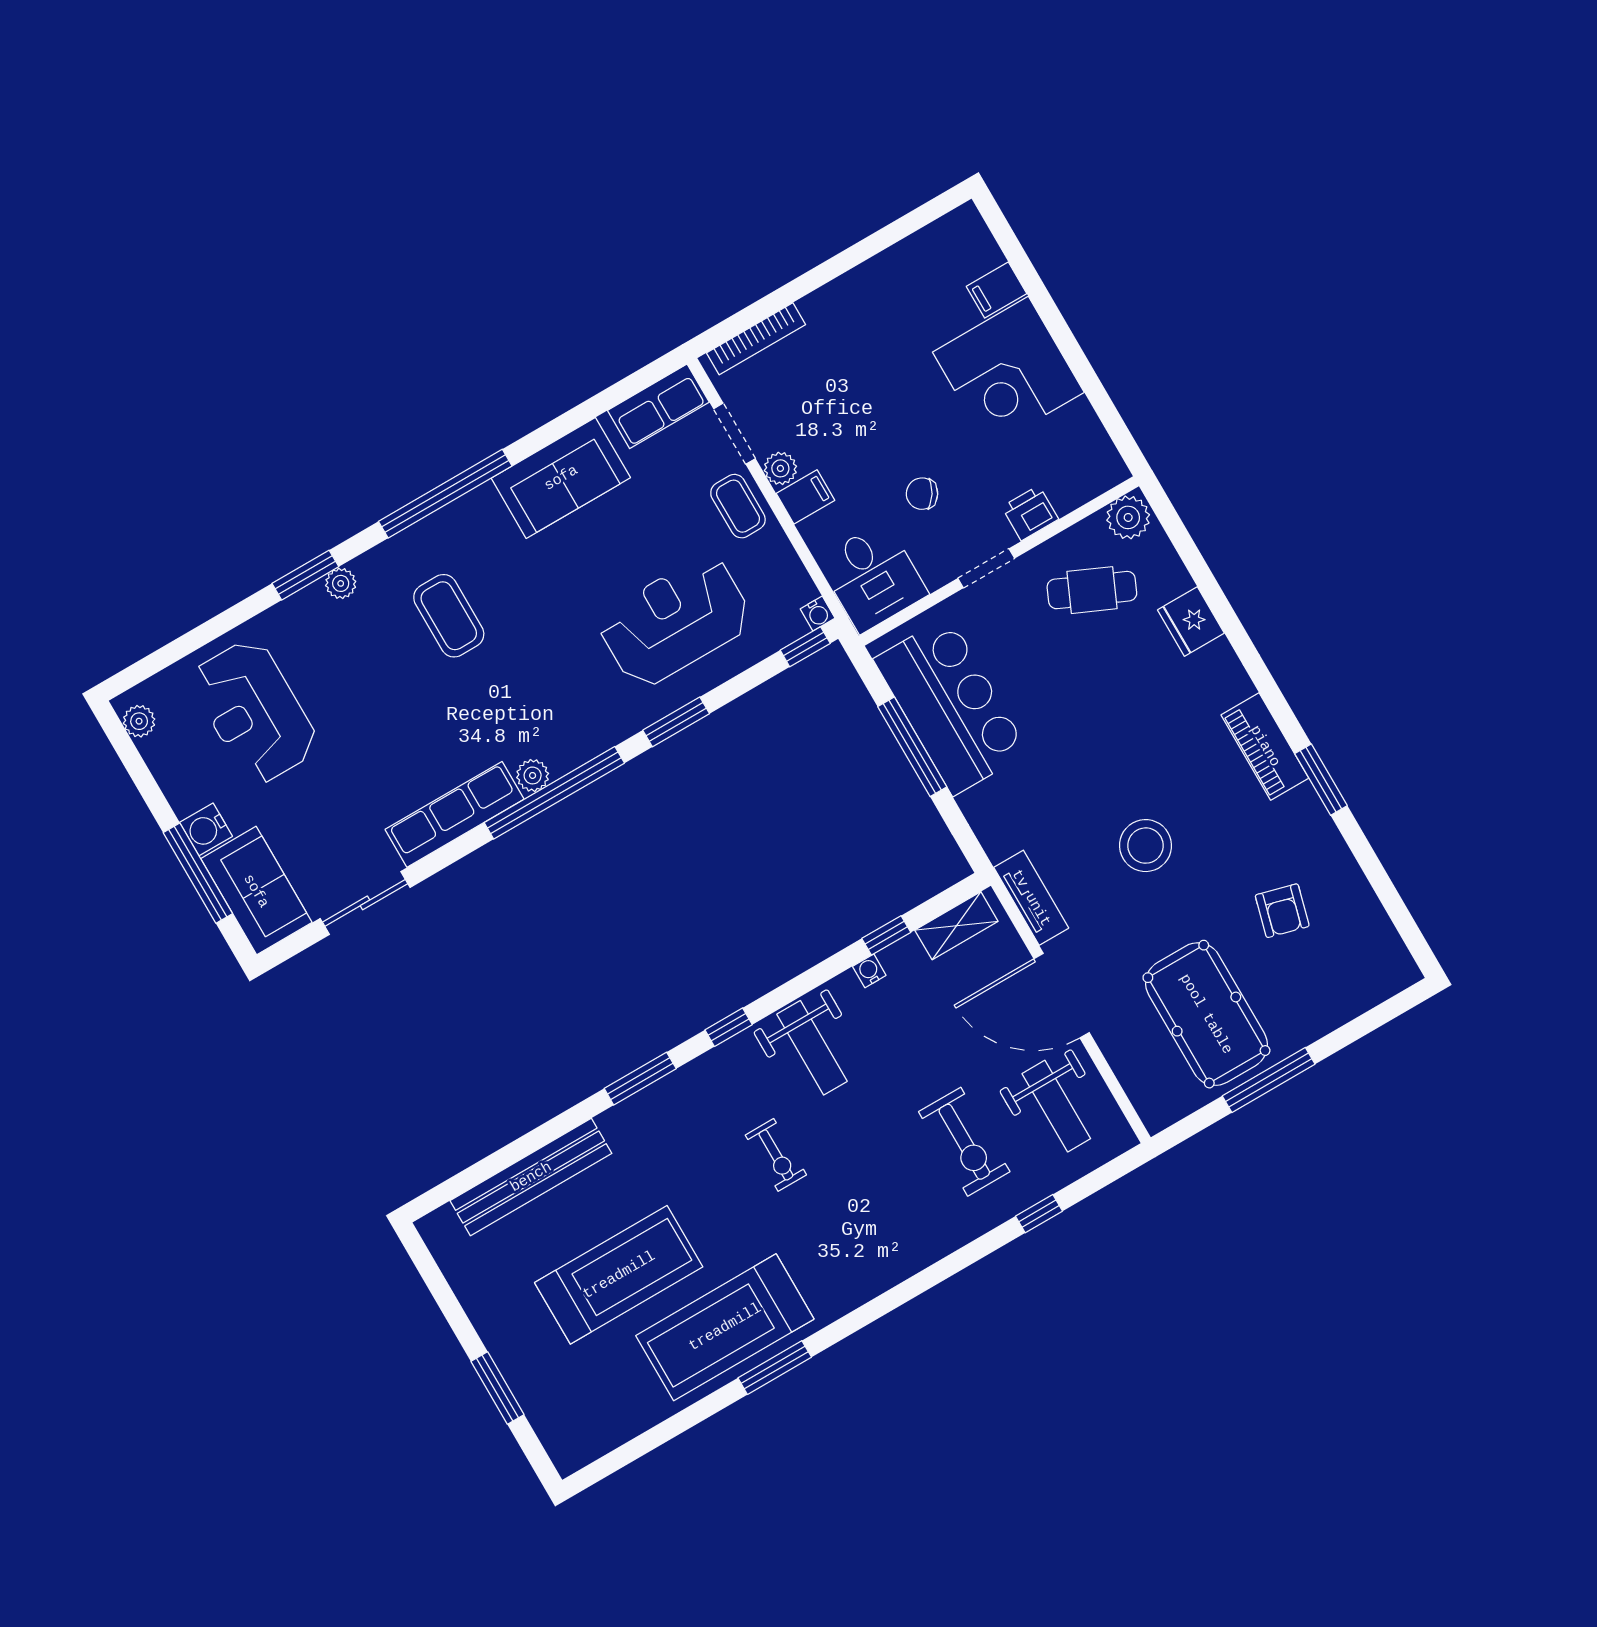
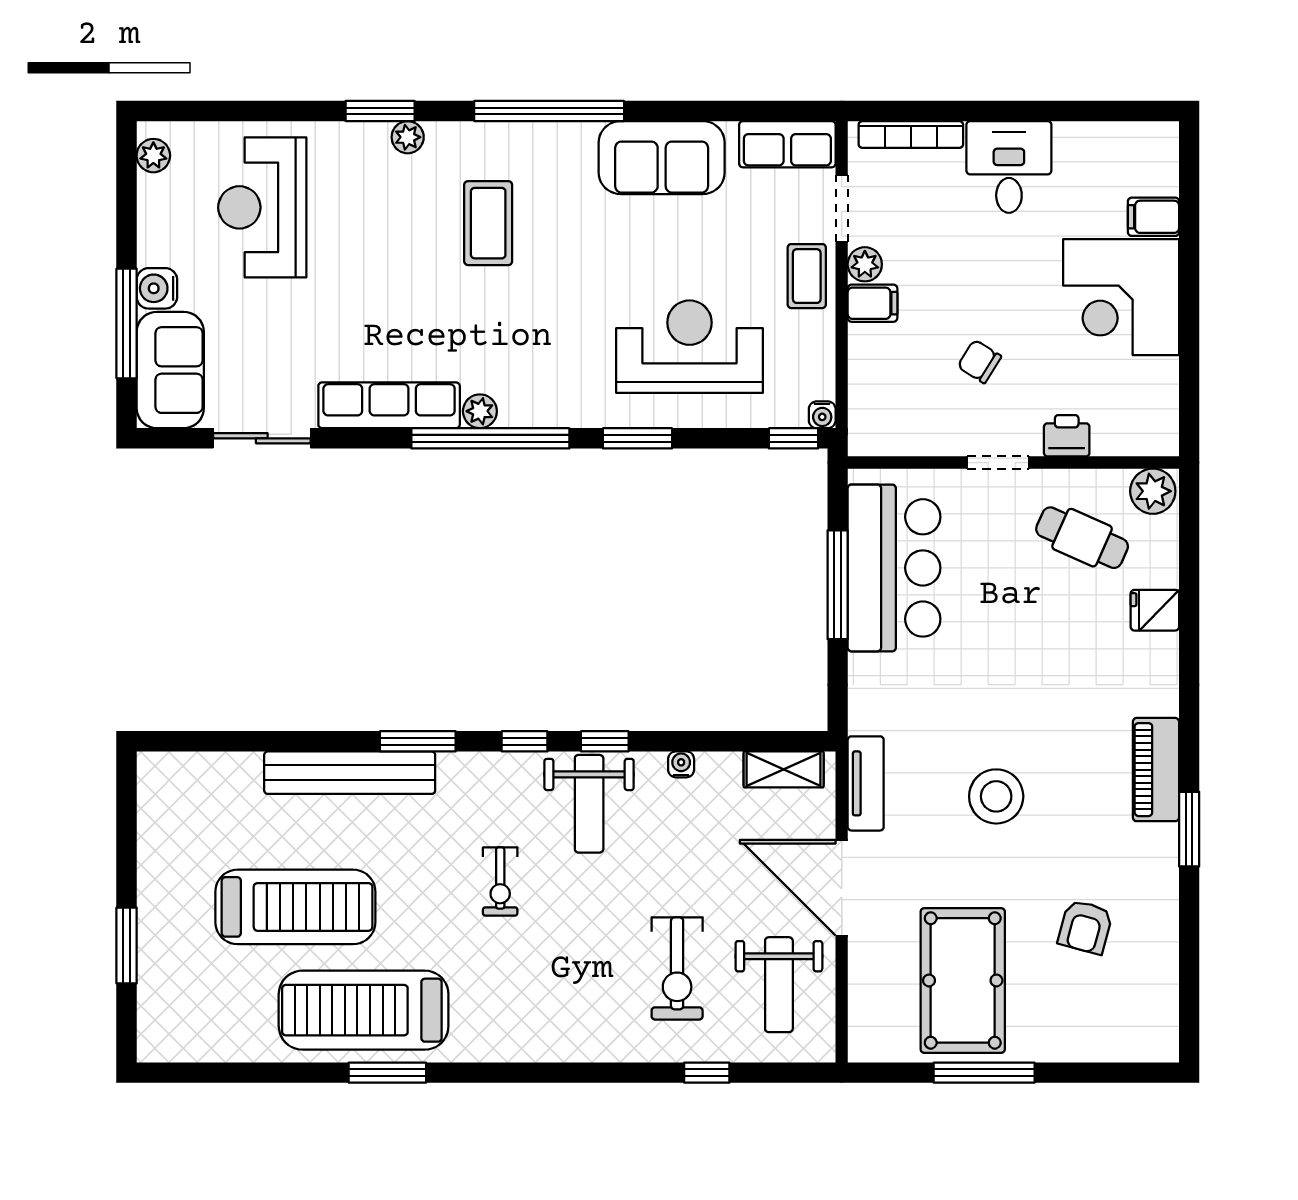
desk: (873, 577) -> (1009, 167), moved, turned 180
fridge: (1191, 621) -> (1155, 610), width x0.72
window: (886, 935) -> (605, 741), moved
bench: (531, 1177) -> (350, 773), moved

